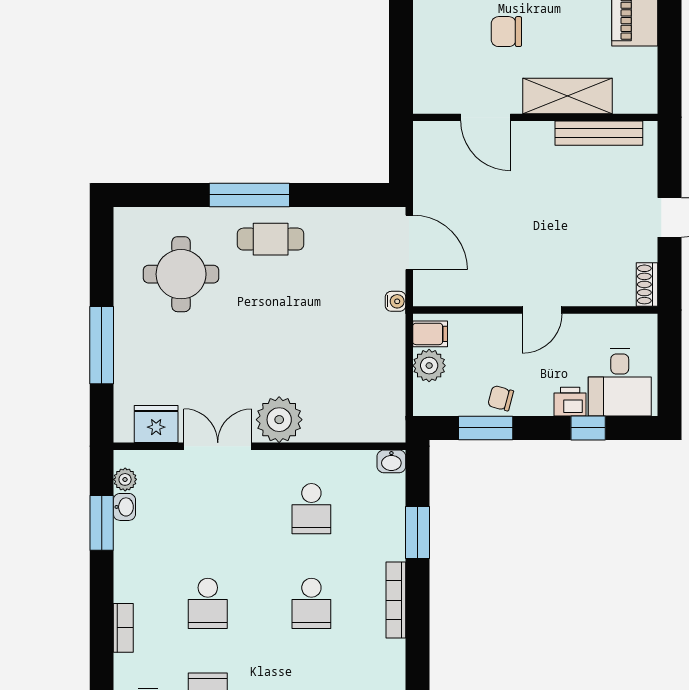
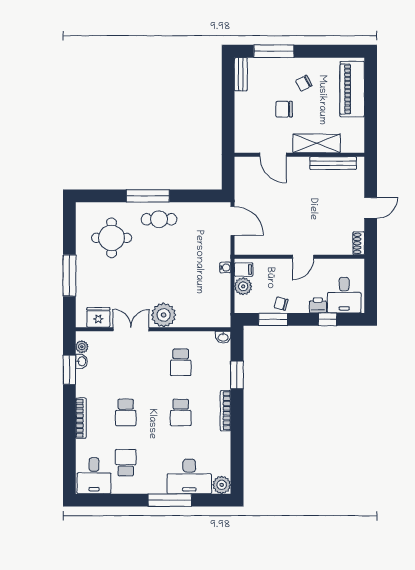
water cooler: (396, 301) -> (225, 268), moved
bookcase: (123, 628) -> (81, 418), width x1.56

